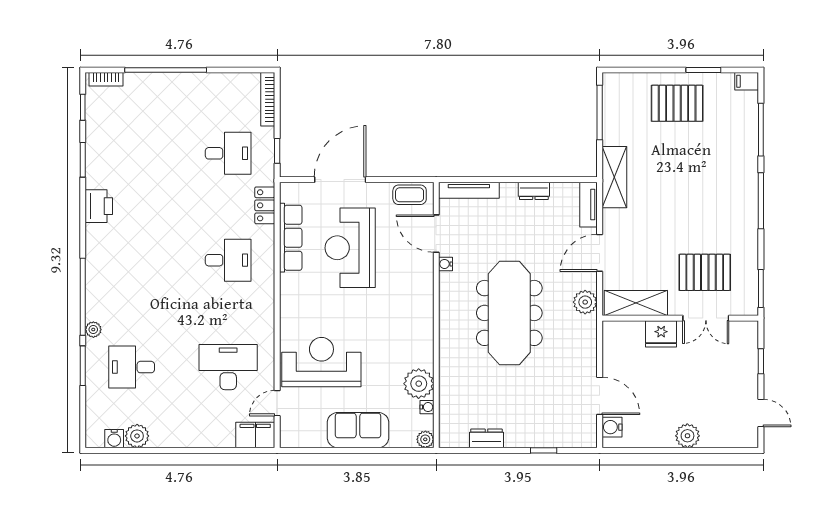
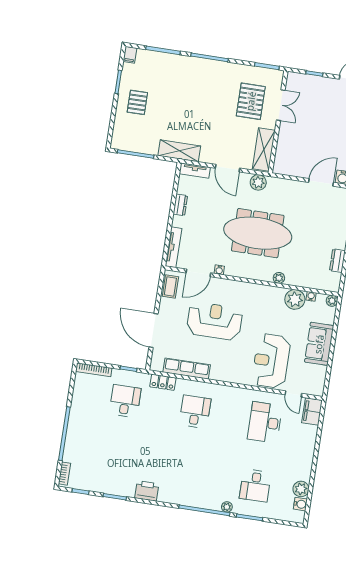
pallet: (677, 103) -> (137, 102), width x0.67, depth x0.71
reception desk: (350, 248) -> (214, 321), moved, turned 180
fridge: (661, 334) -> (287, 136), removed
plant: (447, 355) -> (279, 278), added

